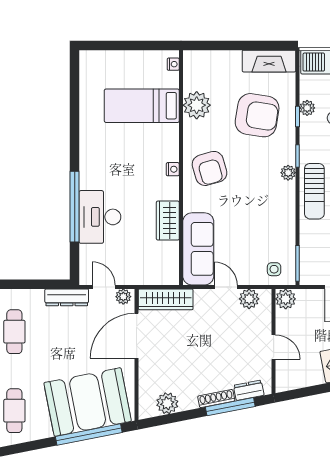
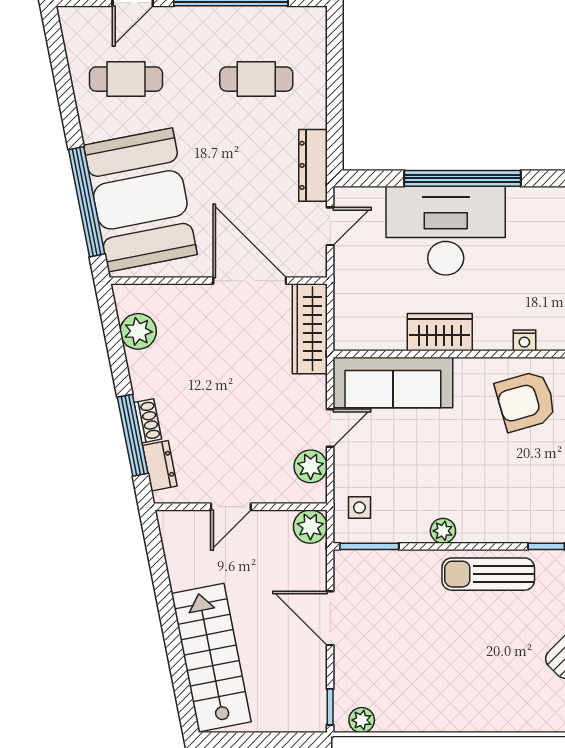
plant: (288, 173) -> (443, 531), moved
desk: (100, 217) -> (446, 231), width x1.36, depth x1.30
plant: (123, 297) -> (314, 259), removed
shoe rack: (216, 399) -> (148, 421), width x0.70

